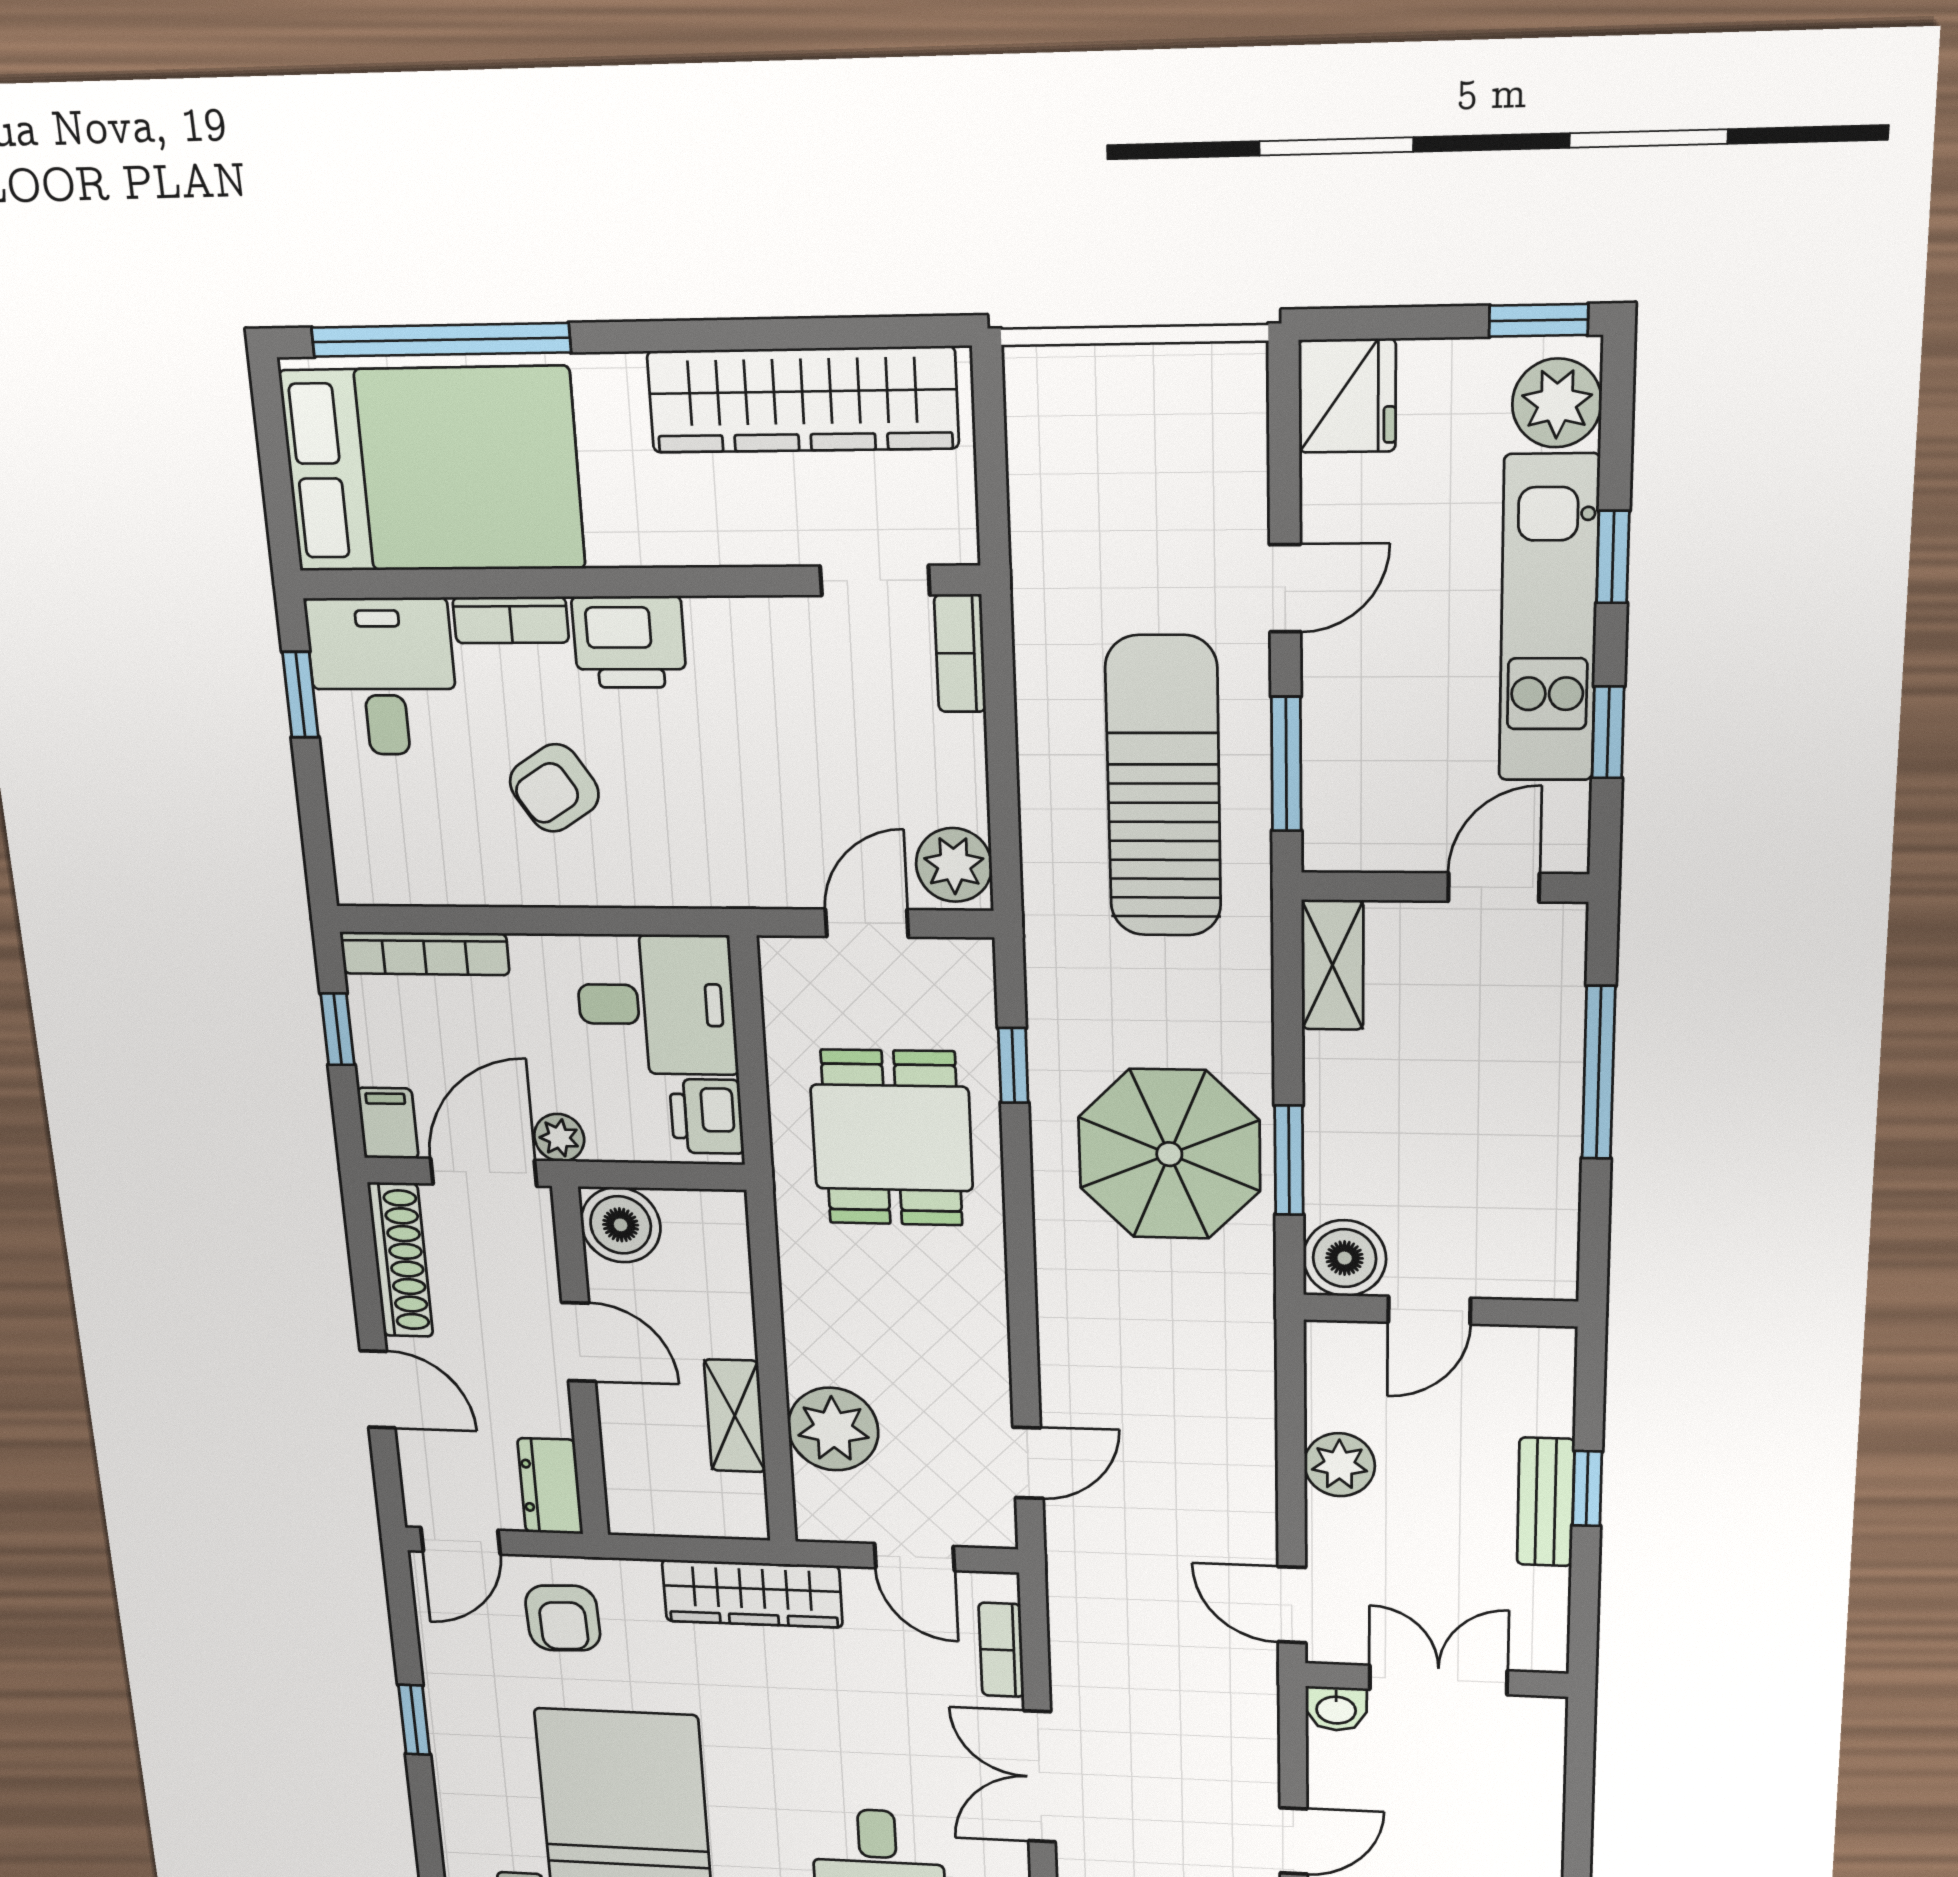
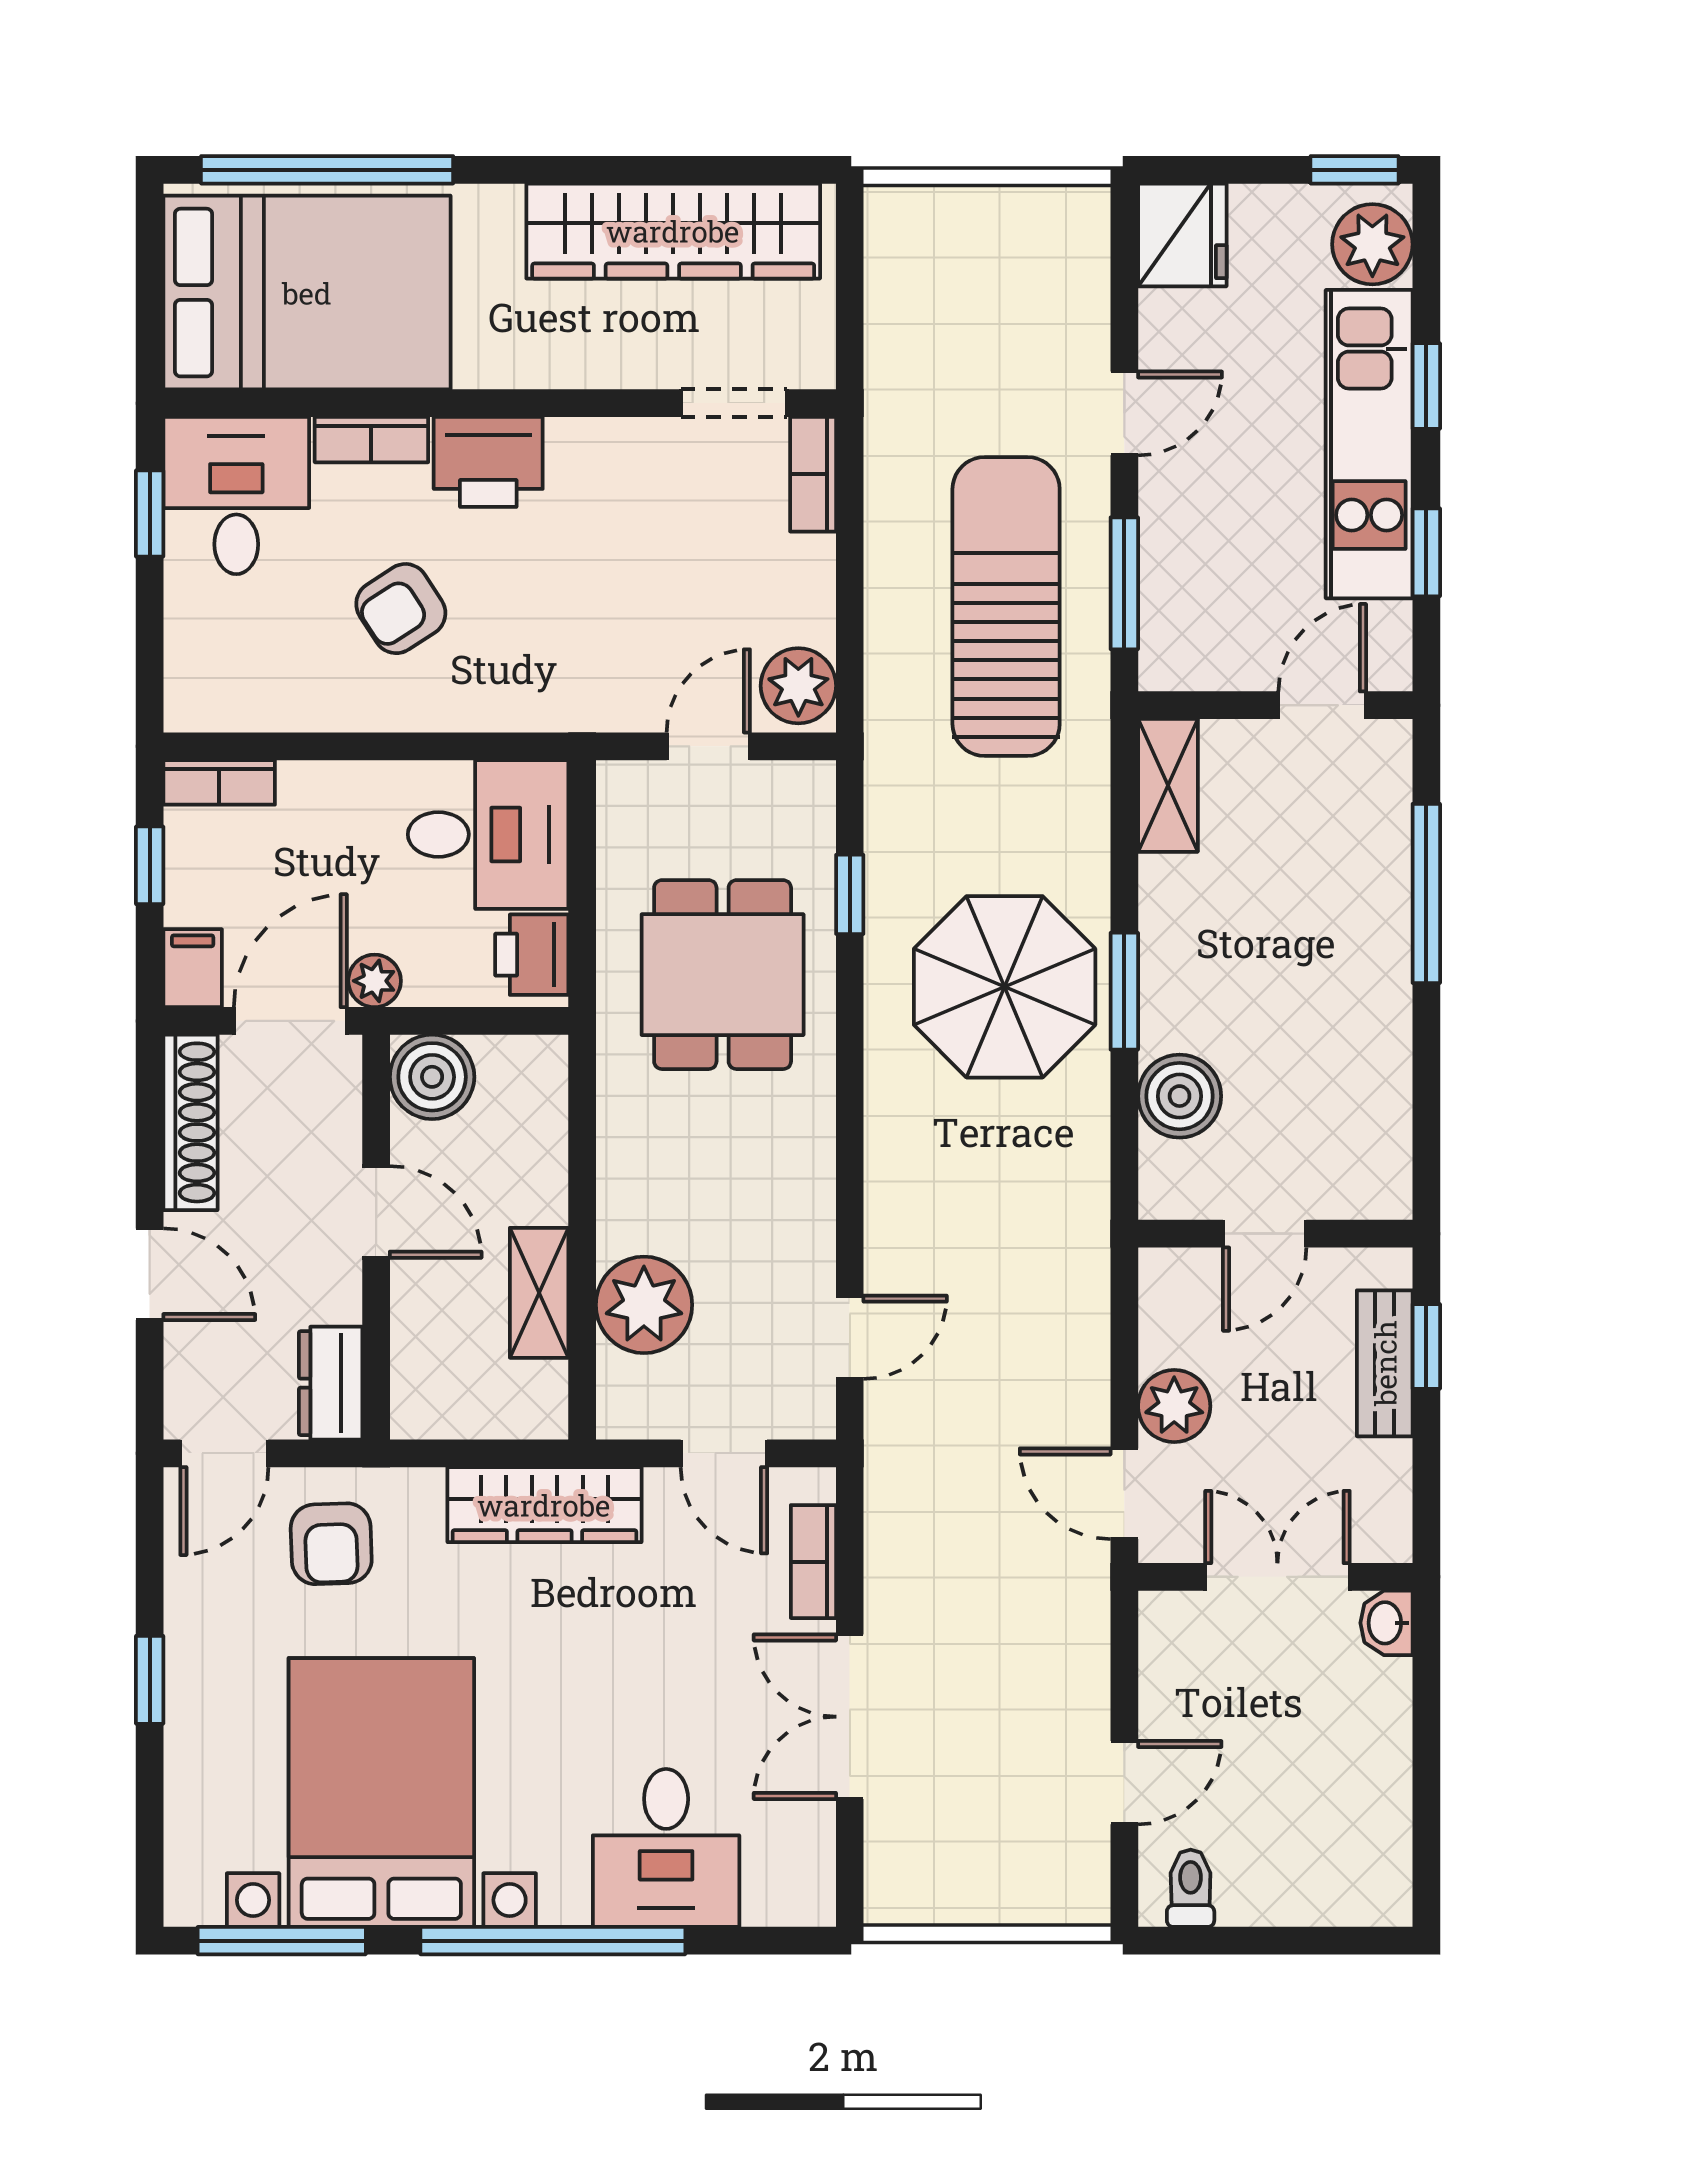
bookcase: (425, 953) -> (219, 782), width x0.64
door: (1429, 1310) -> (1265, 1234), moved
wall: (1440, 1311) -> (1275, 1234), moved
plant: (1339, 1465) -> (1174, 1406), moved
washbasin: (1336, 1709) -> (1386, 1623), moved, turned 90

